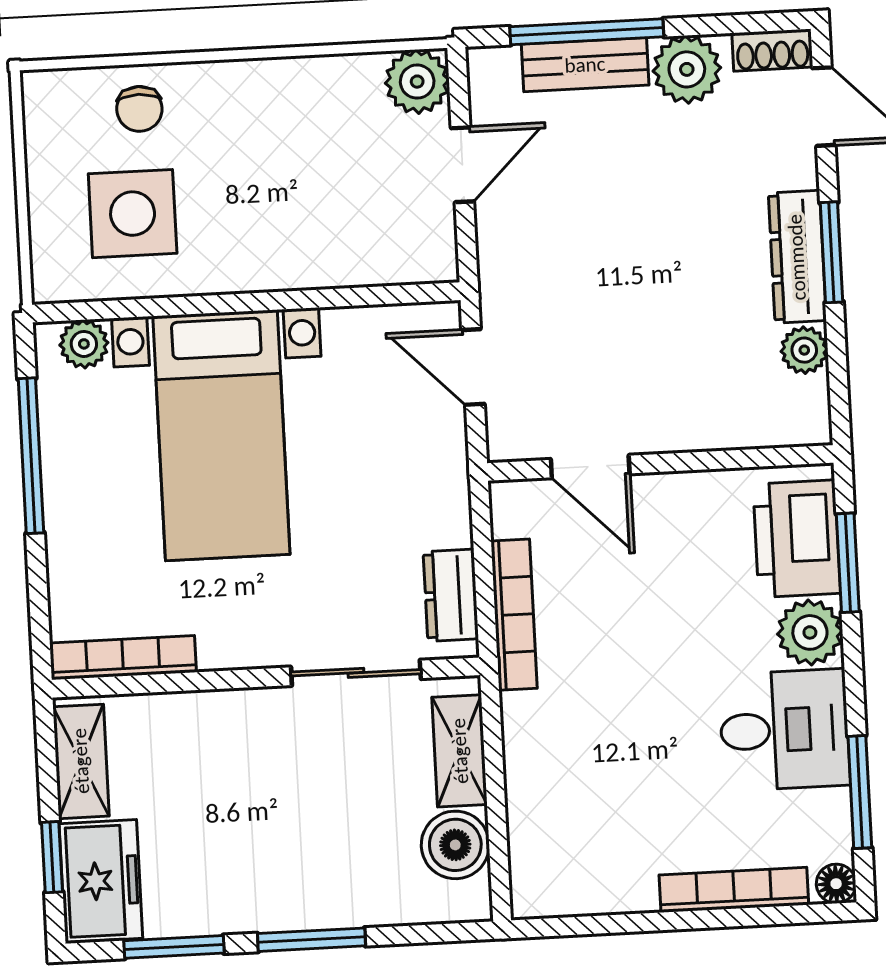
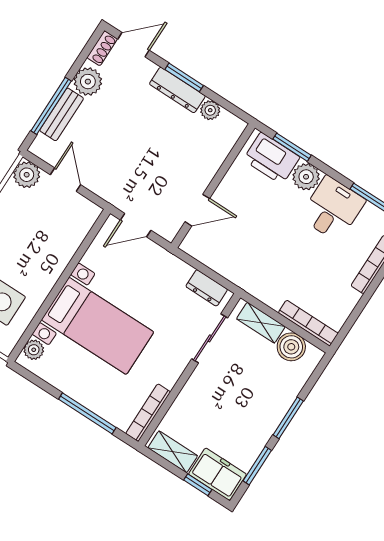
window: (31, 456) -> (87, 413), moved
bookcase: (514, 615) -> (308, 323), moved

